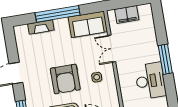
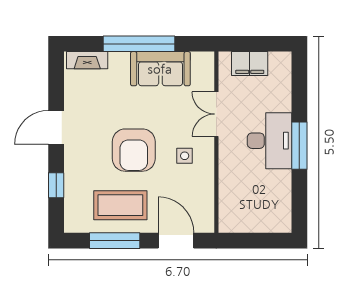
sofa: (88, 24) -> (160, 69), moved
fireplace: (41, 27) -> (87, 60), moved
desk: (150, 81) -> (270, 141), moved

